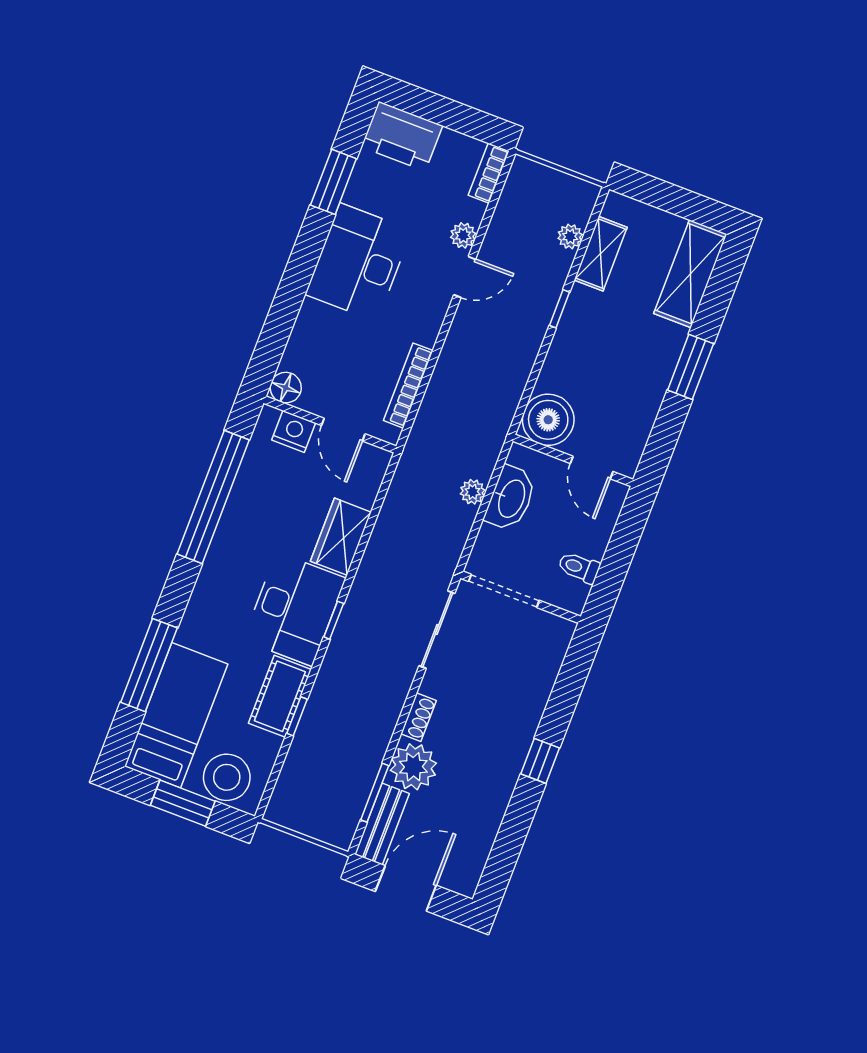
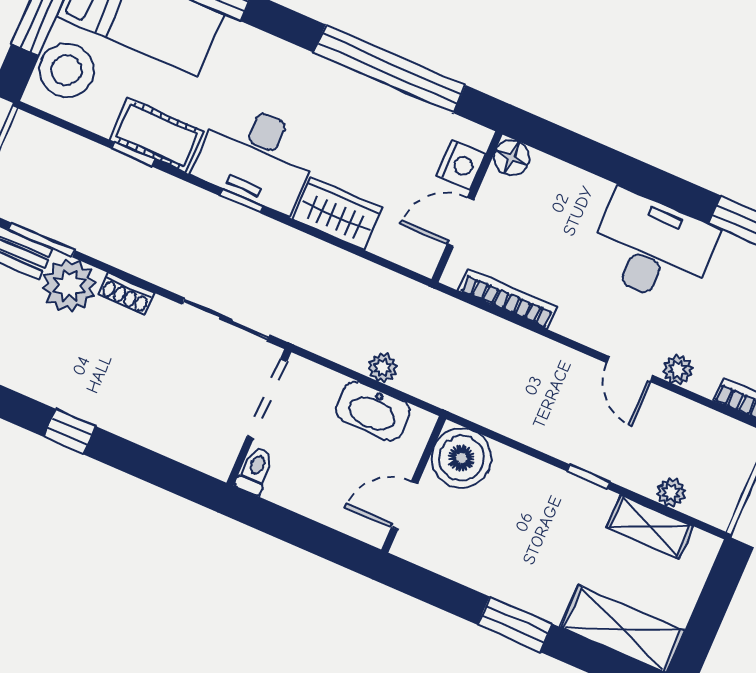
toilet: (579, 567) -> (255, 471), moved

